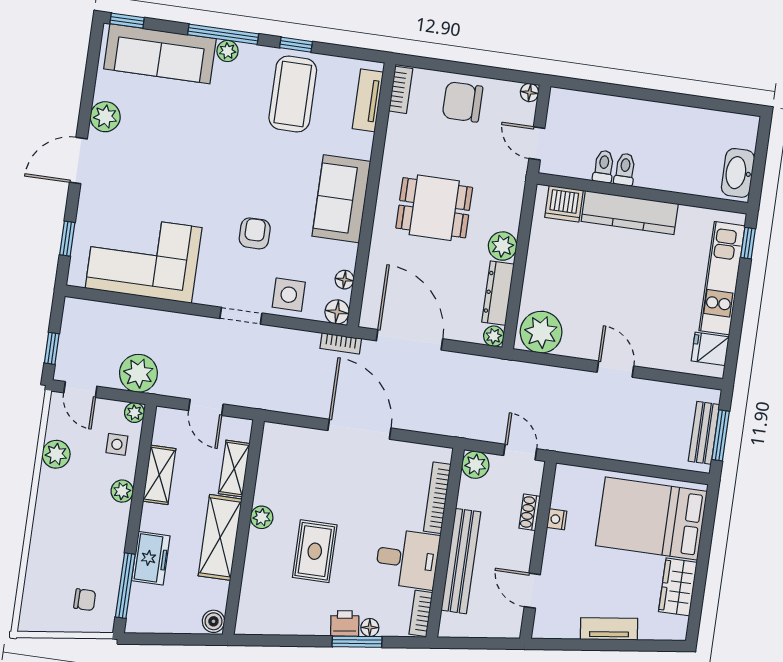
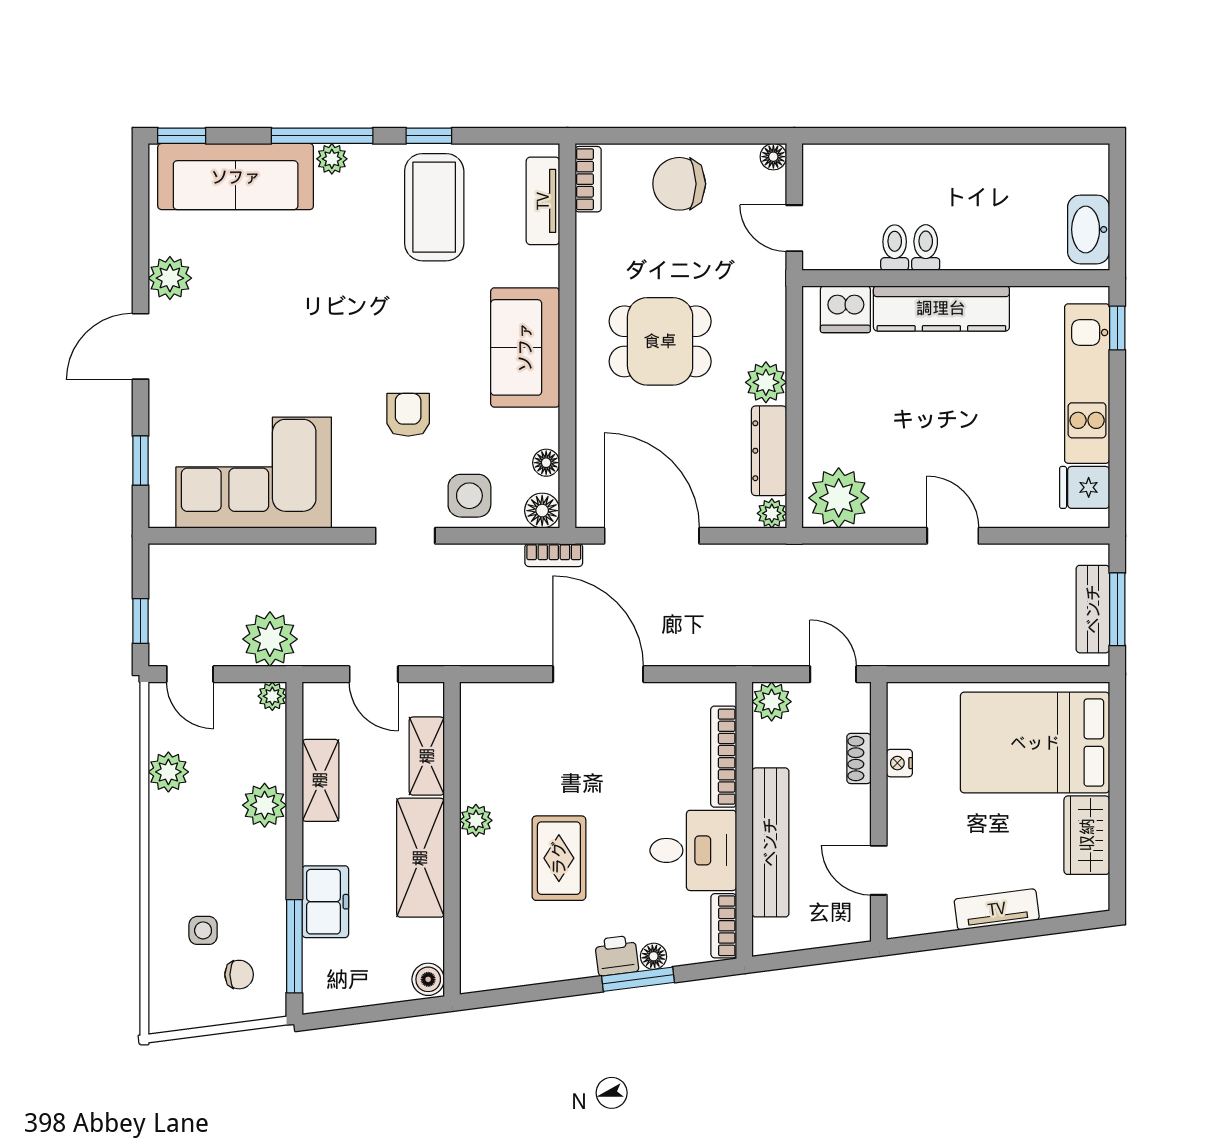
side table: (117, 444) -> (203, 930), moved
plant: (122, 491) -> (265, 805), width x1.38, depth x1.38

